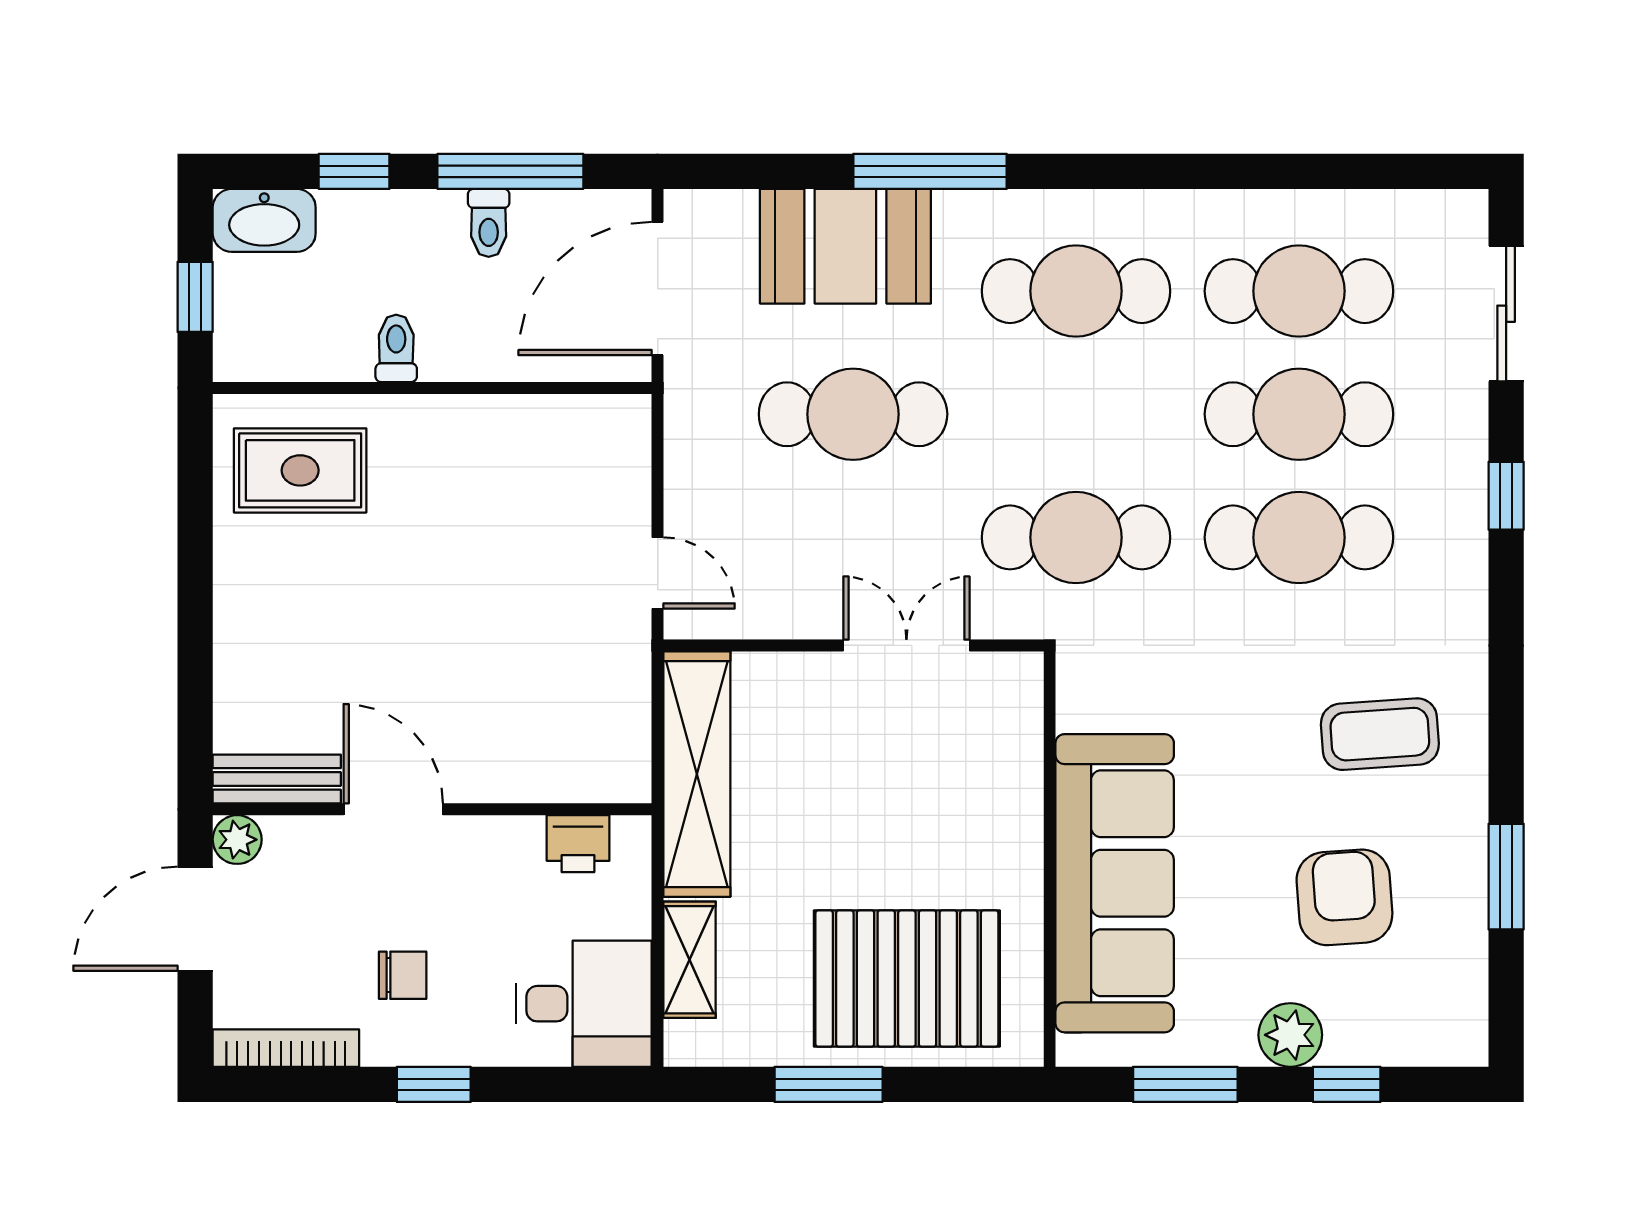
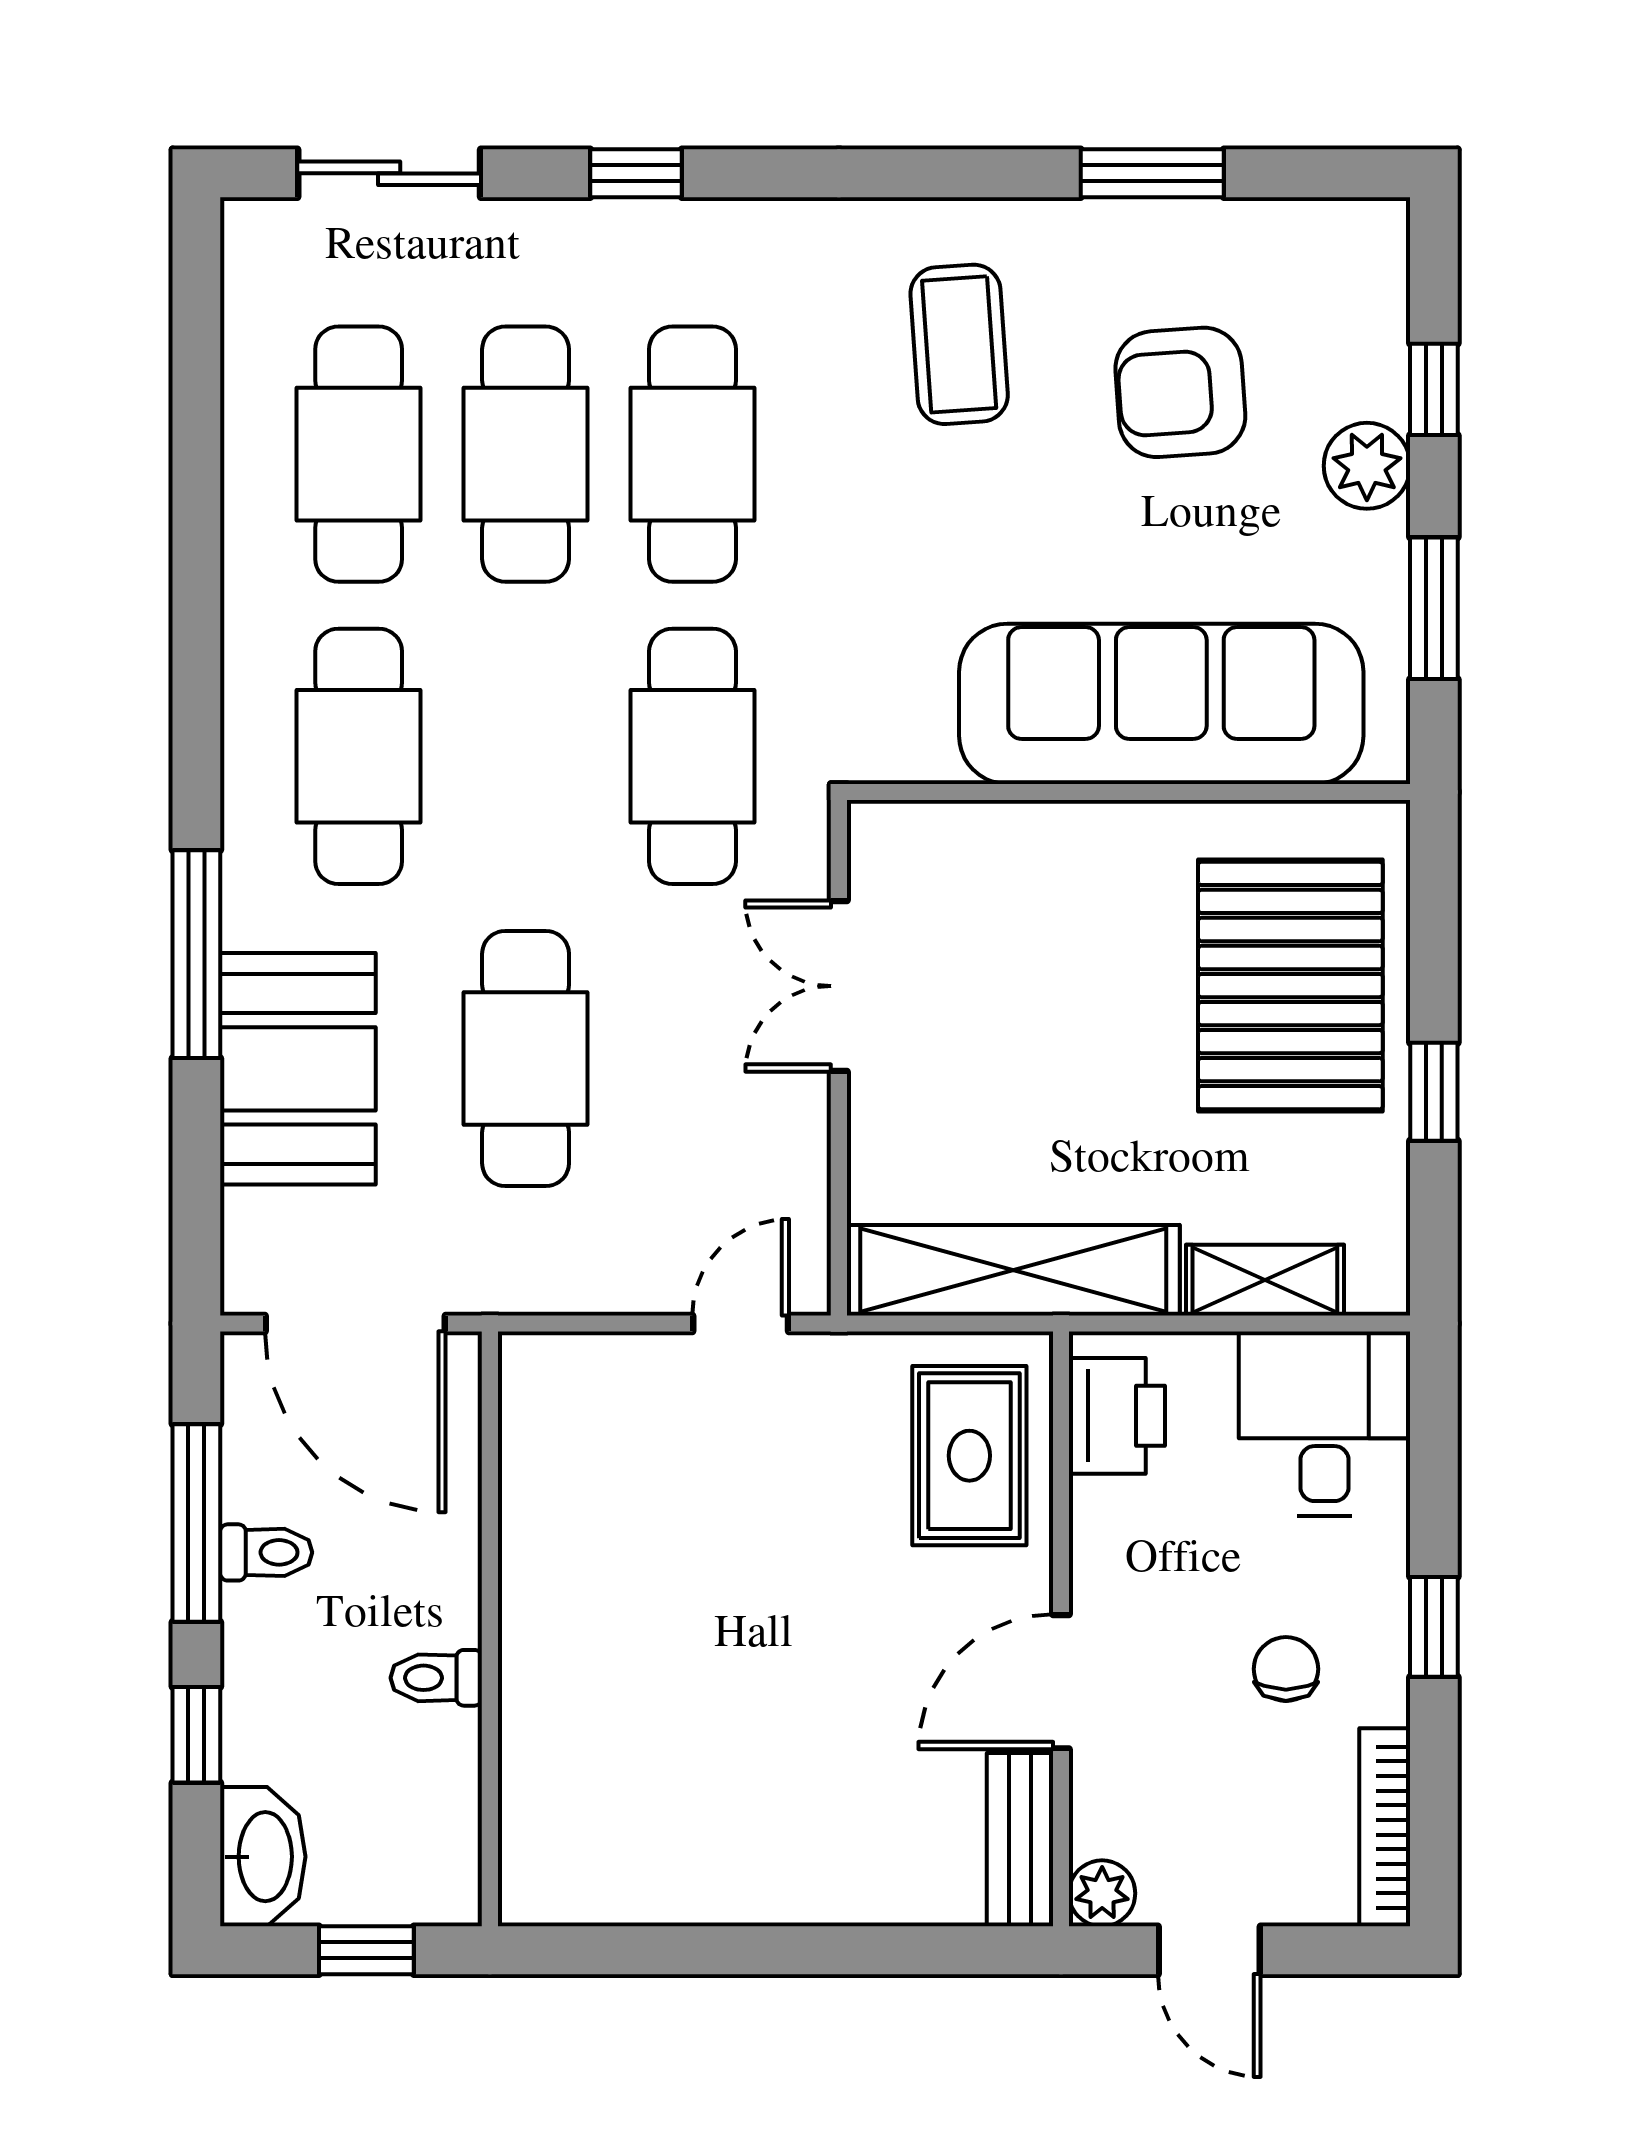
rug: (300, 470) -> (969, 1456), moved
printer: (578, 844) -> (1117, 1416), width x1.36, depth x1.24
door: (195, 919) -> (1209, 1950), width x0.73
window: (829, 1084) -> (1434, 1092), width x0.67

